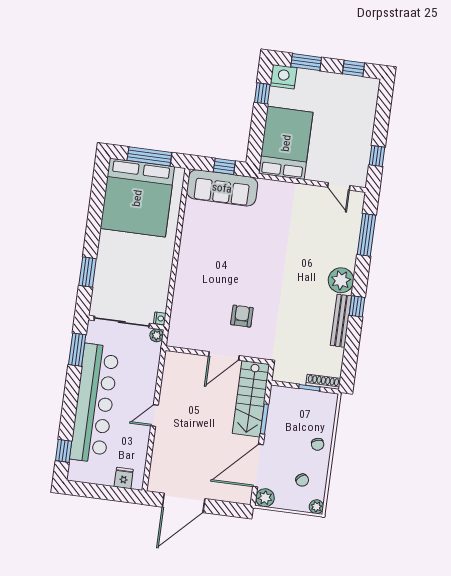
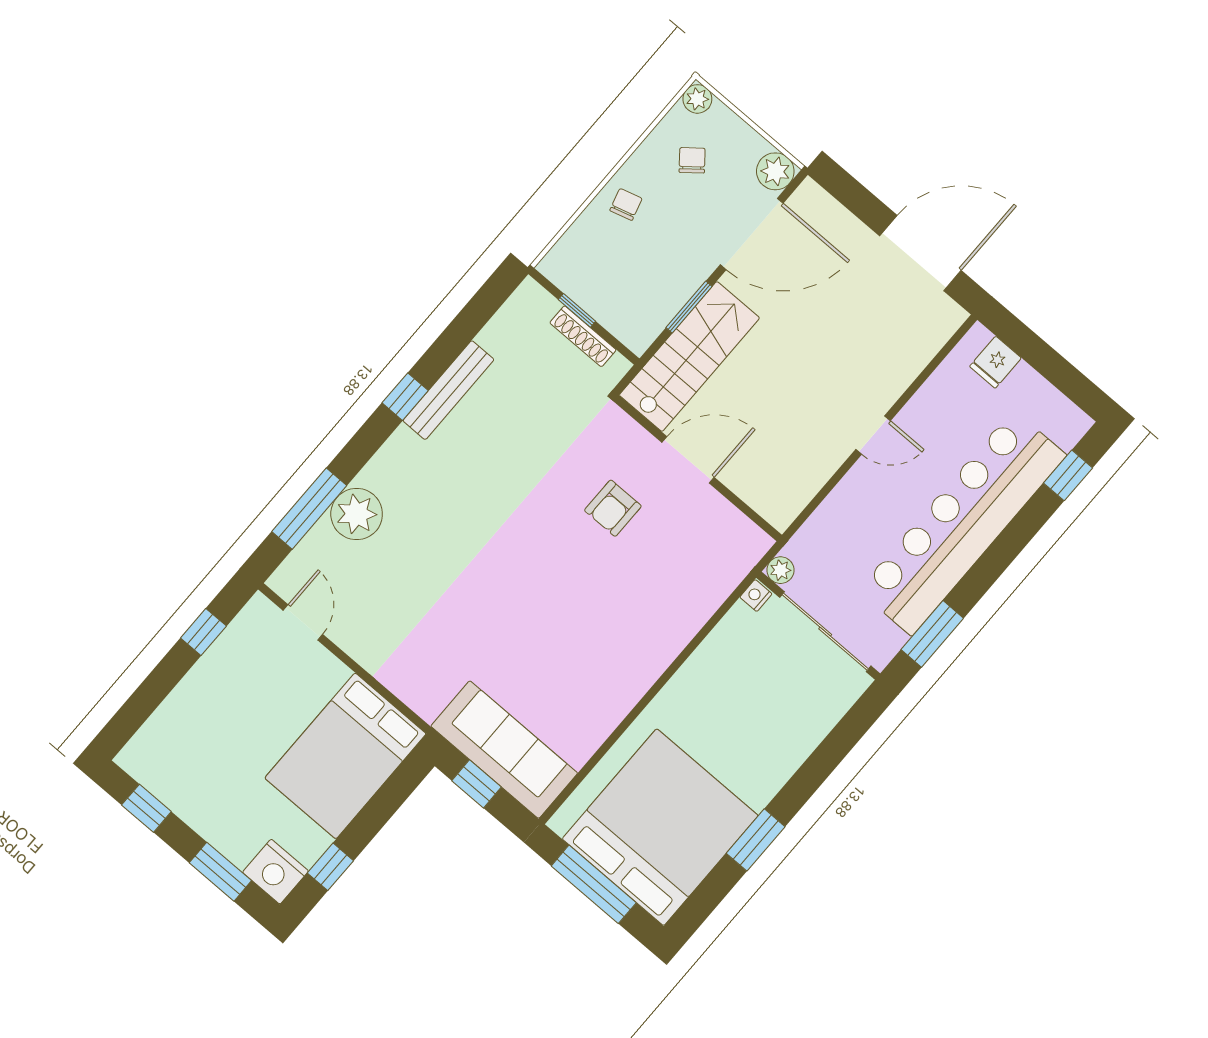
window: (88, 272) -> (756, 840), moved
plant: (341, 280) -> (357, 514), moved
shoe rack: (323, 382) -> (583, 336), moved

